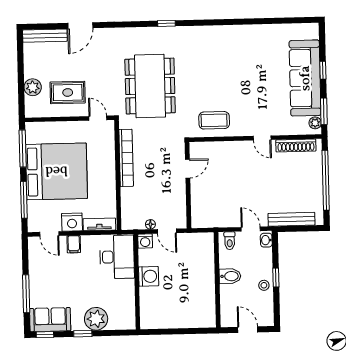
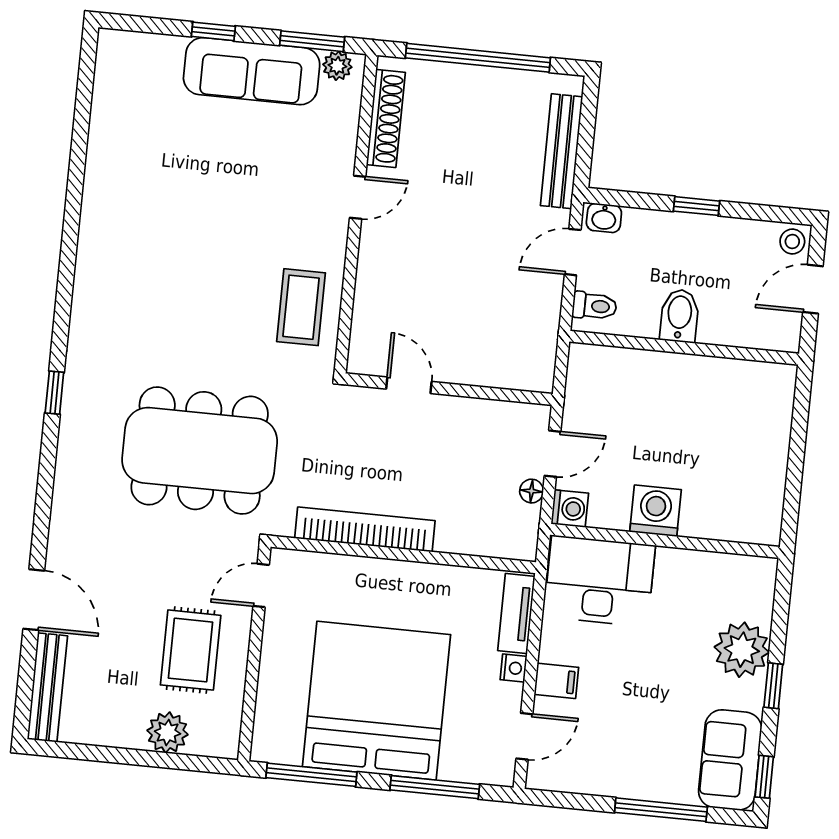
sofa: (305, 78) -> (252, 71), width x0.74, depth x0.79
nightstand: (72, 222) -> (513, 668), width x0.53, depth x0.56
stool: (264, 285) -> (792, 242), moved

